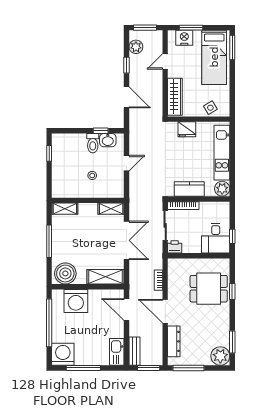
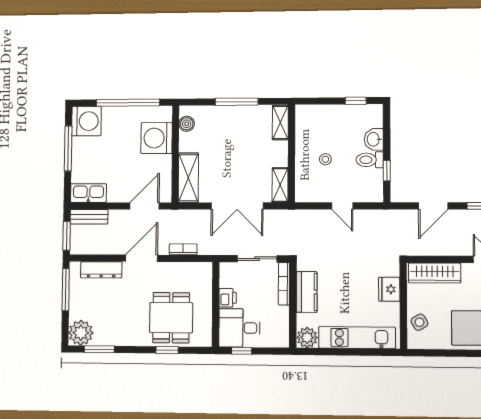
washbasin: (108, 140) -> (374, 139), moved
printer: (175, 247) -> (228, 298), moved
boiler: (65, 273) -> (187, 124), width x0.54, depth x0.54

